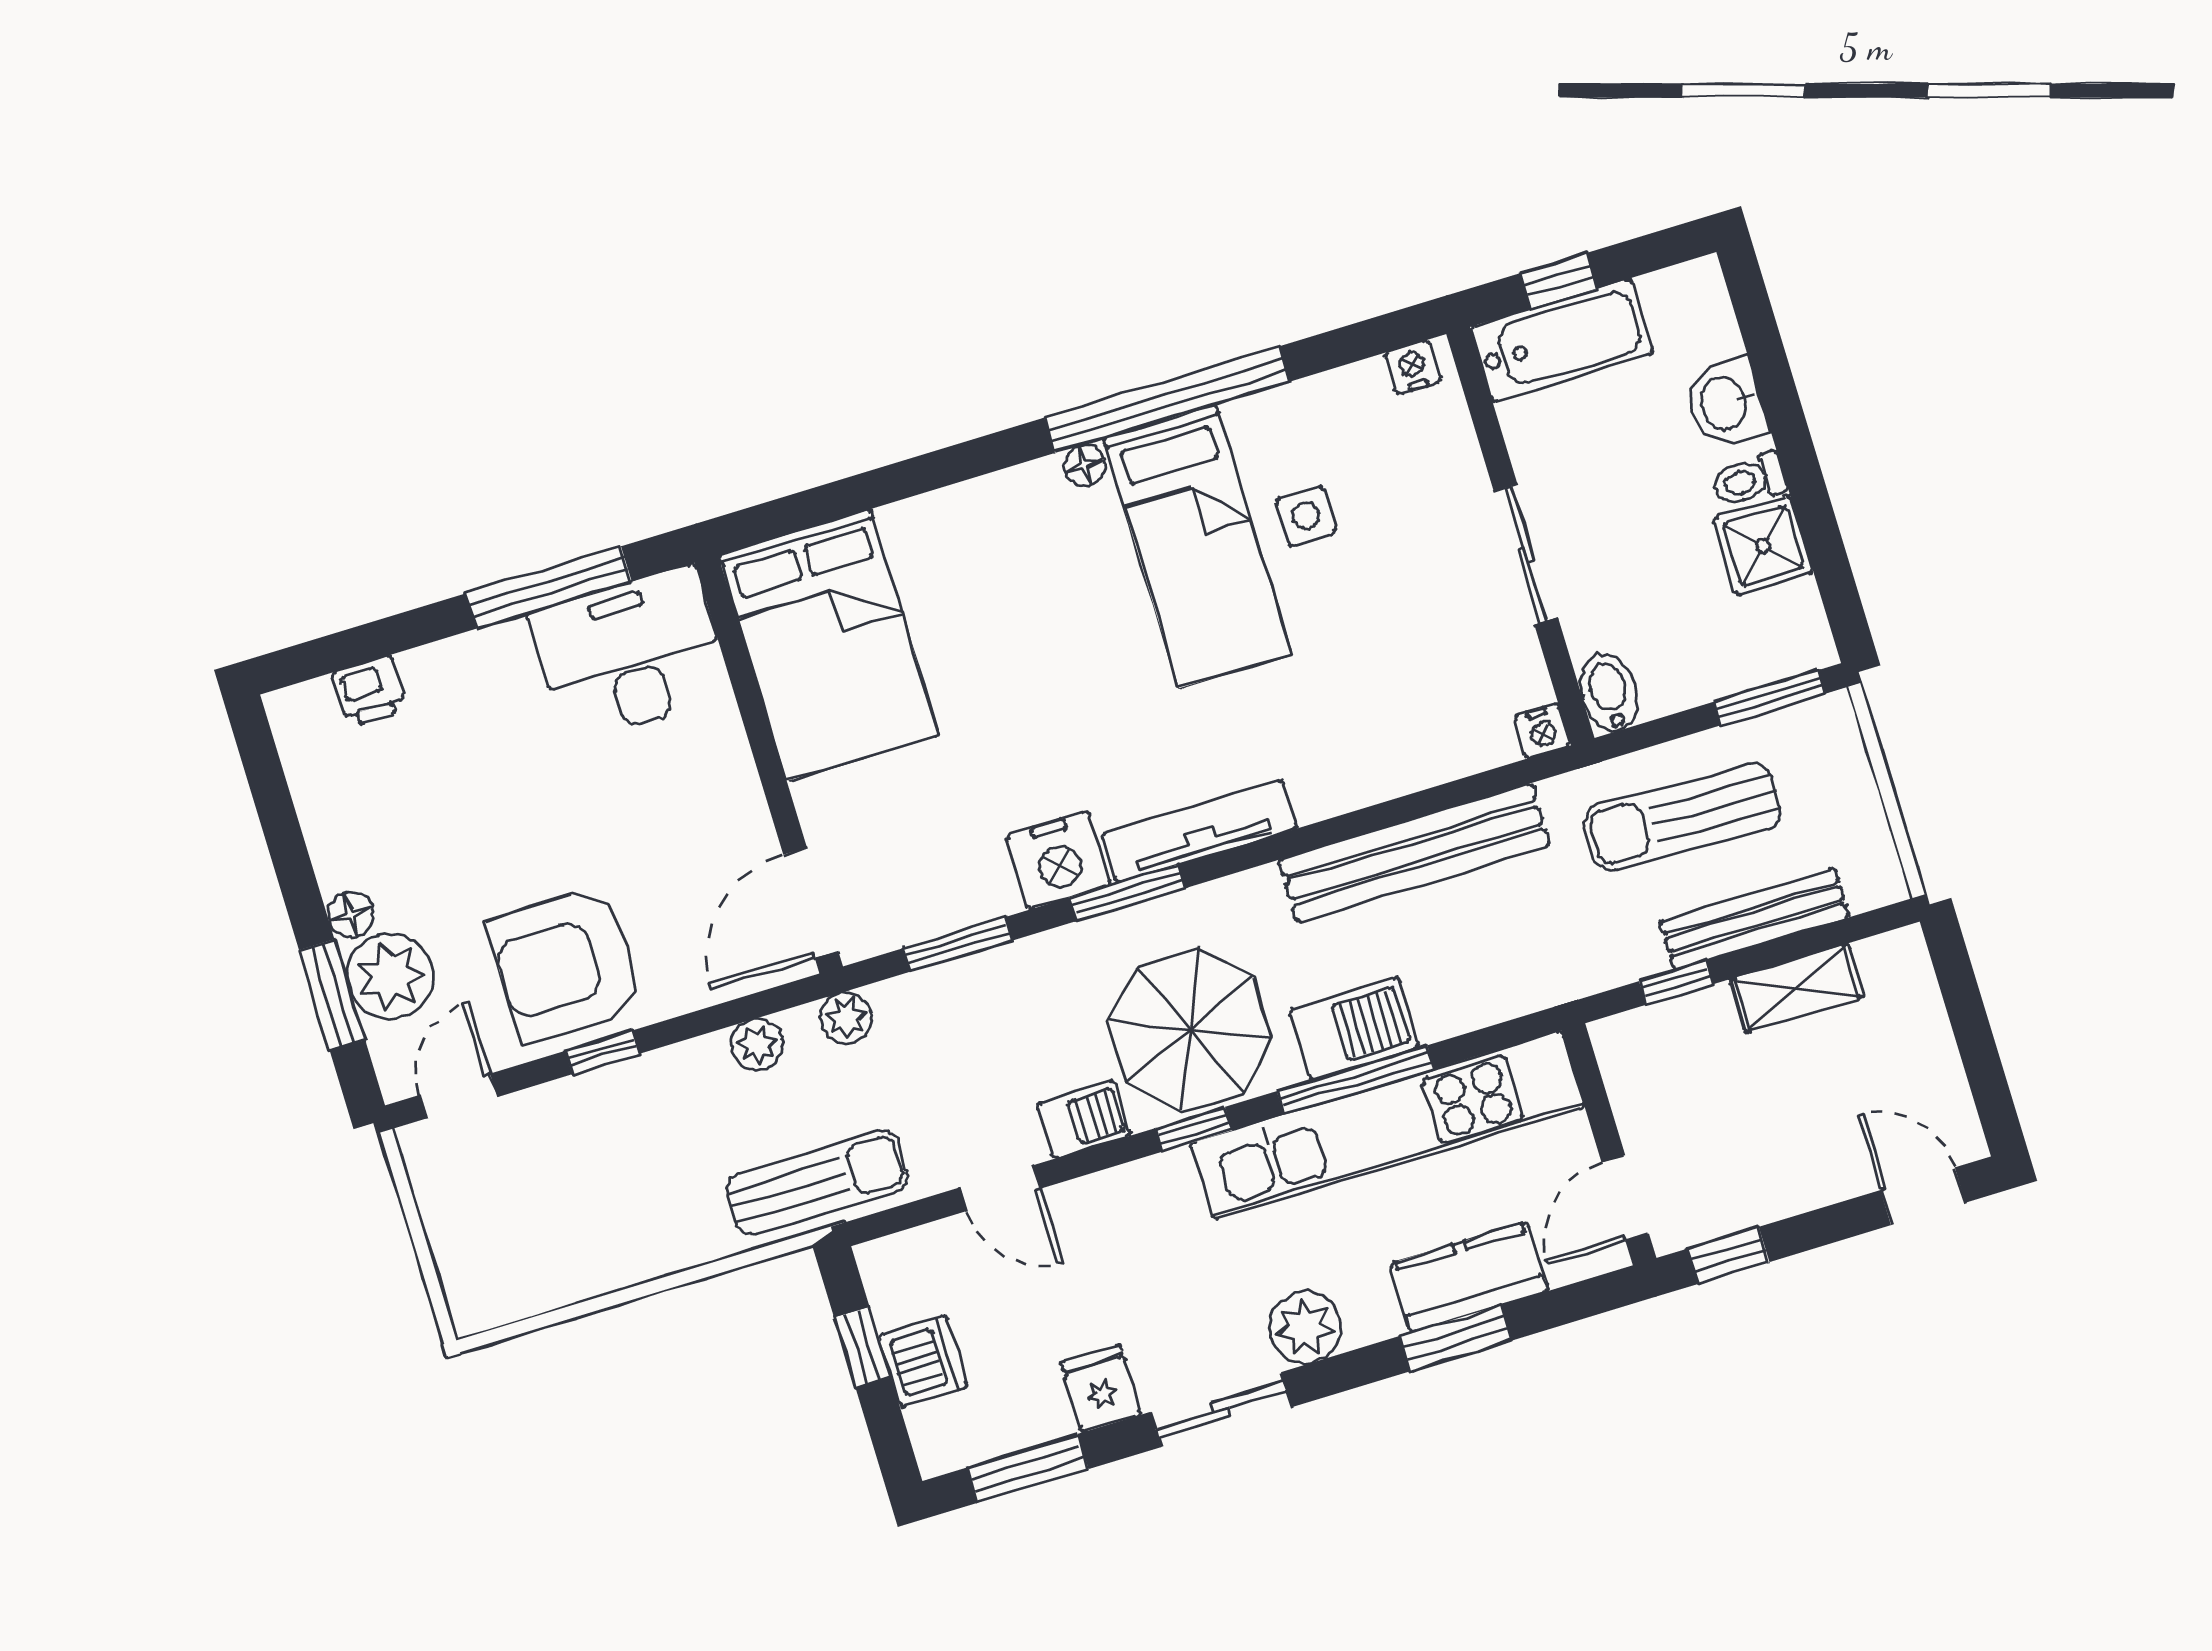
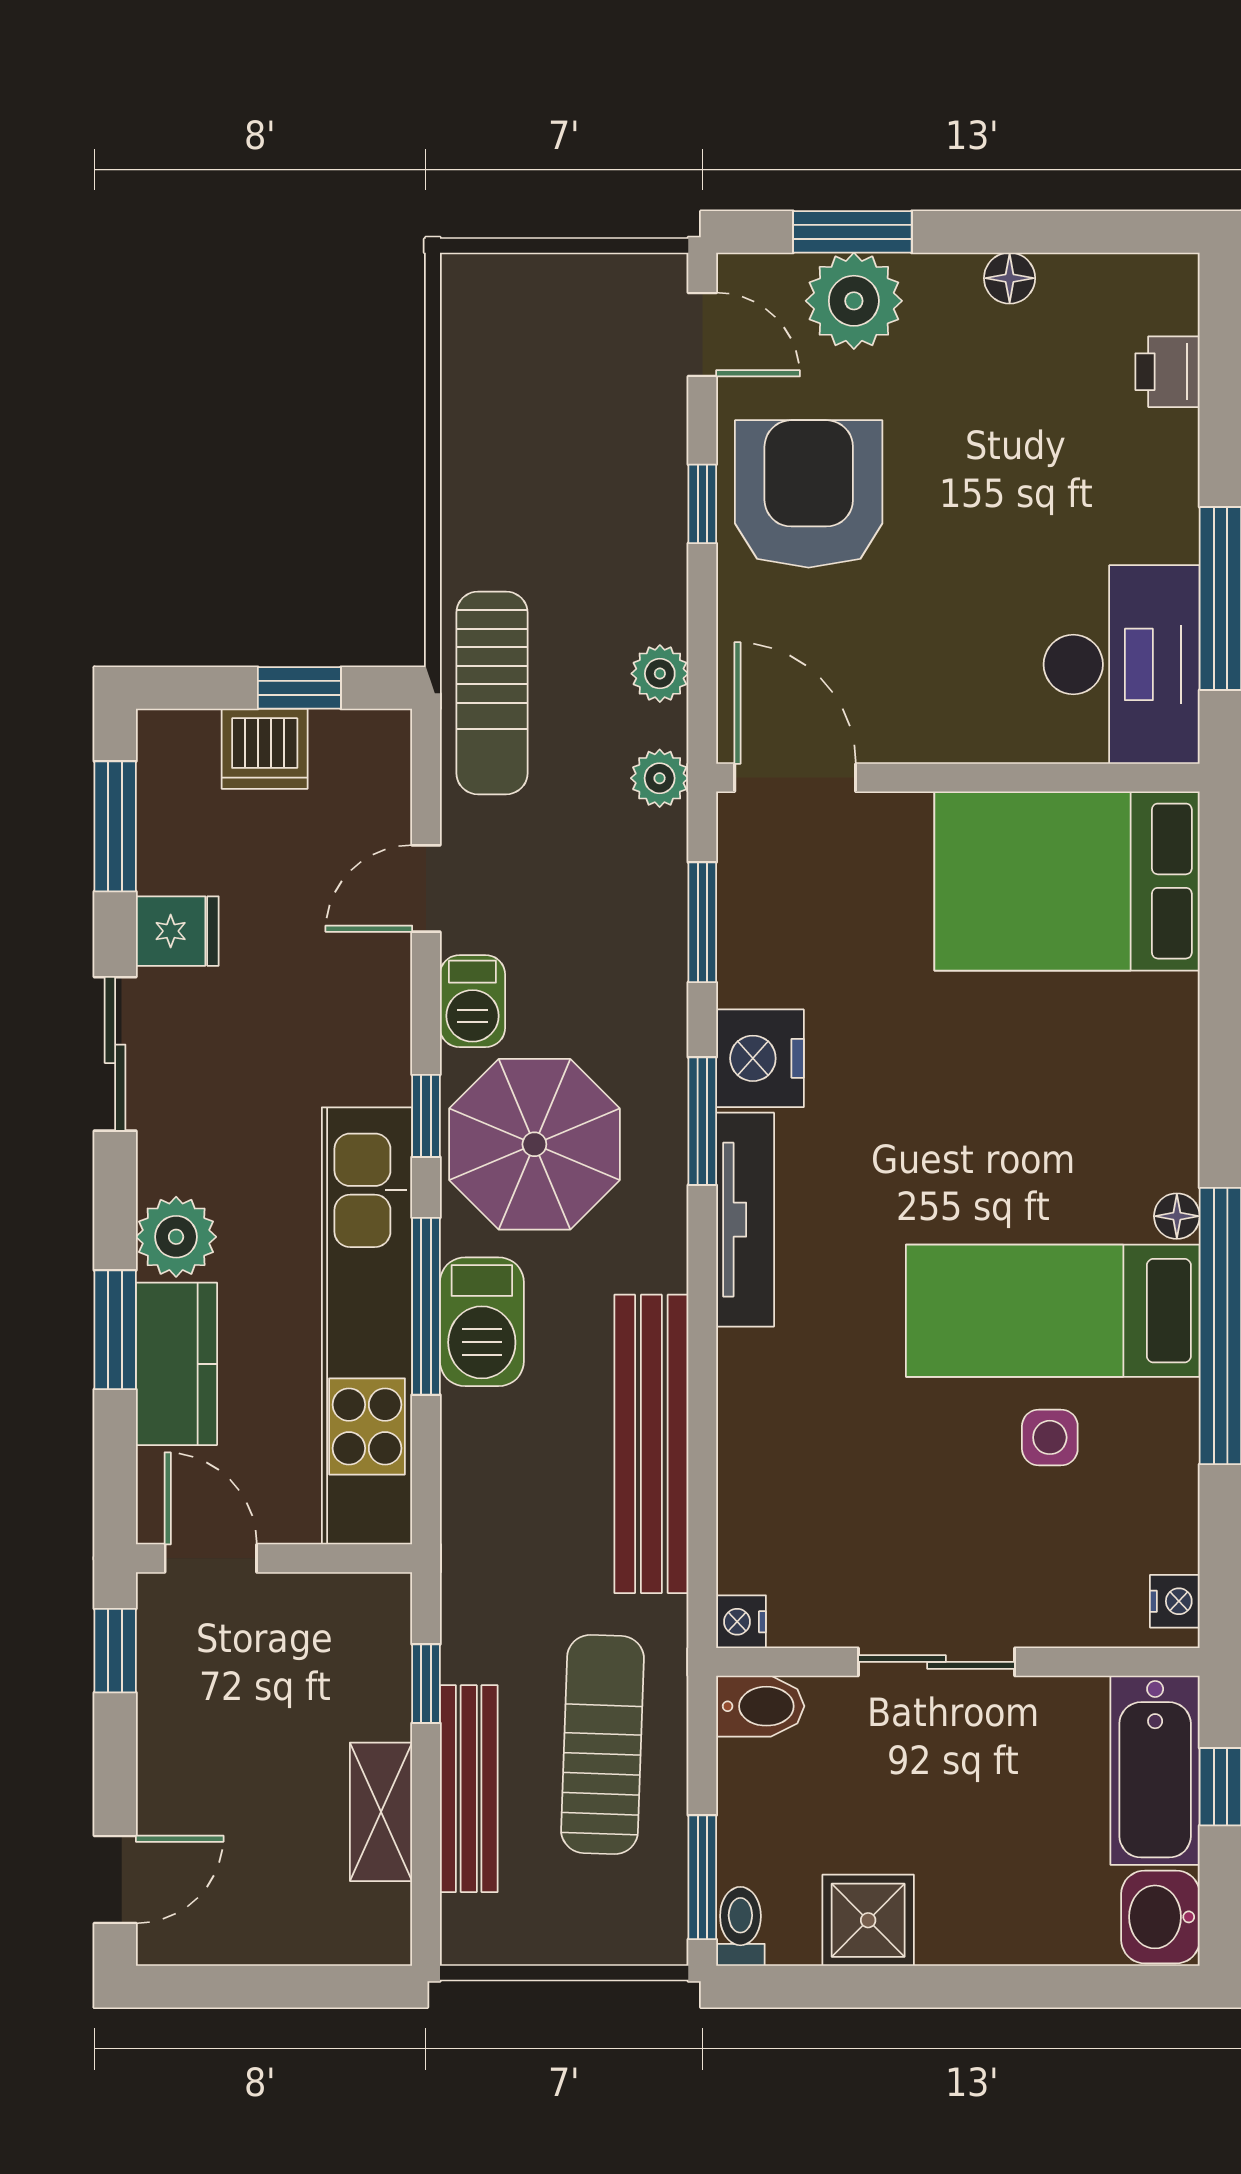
washbasin: (1726, 403) -> (1160, 1917), moved, turned -90
toilet: (1749, 480) -> (740, 1926), moved
floor lamp: (351, 914) -> (1010, 278), moved
plant: (1305, 1327) -> (176, 1237), moved

